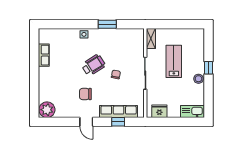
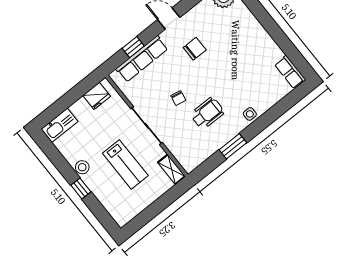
row of seats: (44, 55) -> (290, 72), moved
wheelchair: (93, 65) -> (207, 113), moved, turned -148

